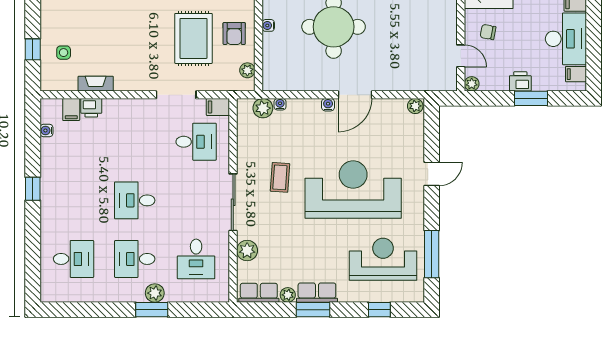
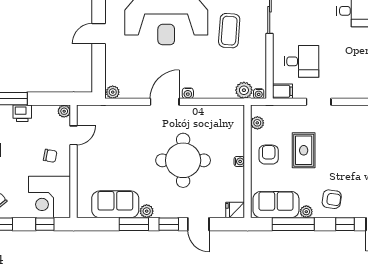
rug: (193, 38) -> (304, 150), width x0.73, depth x0.70
door: (461, 56) -> (74, 135), swing flipped
doorway: (176, 95) -> (319, 102), width x0.73
water cooler: (280, 104) -> (259, 94), moved
desk: (196, 142) -> (301, 61), turned 180
coffee table: (280, 177) -> (229, 31), width x1.36, depth x1.30

